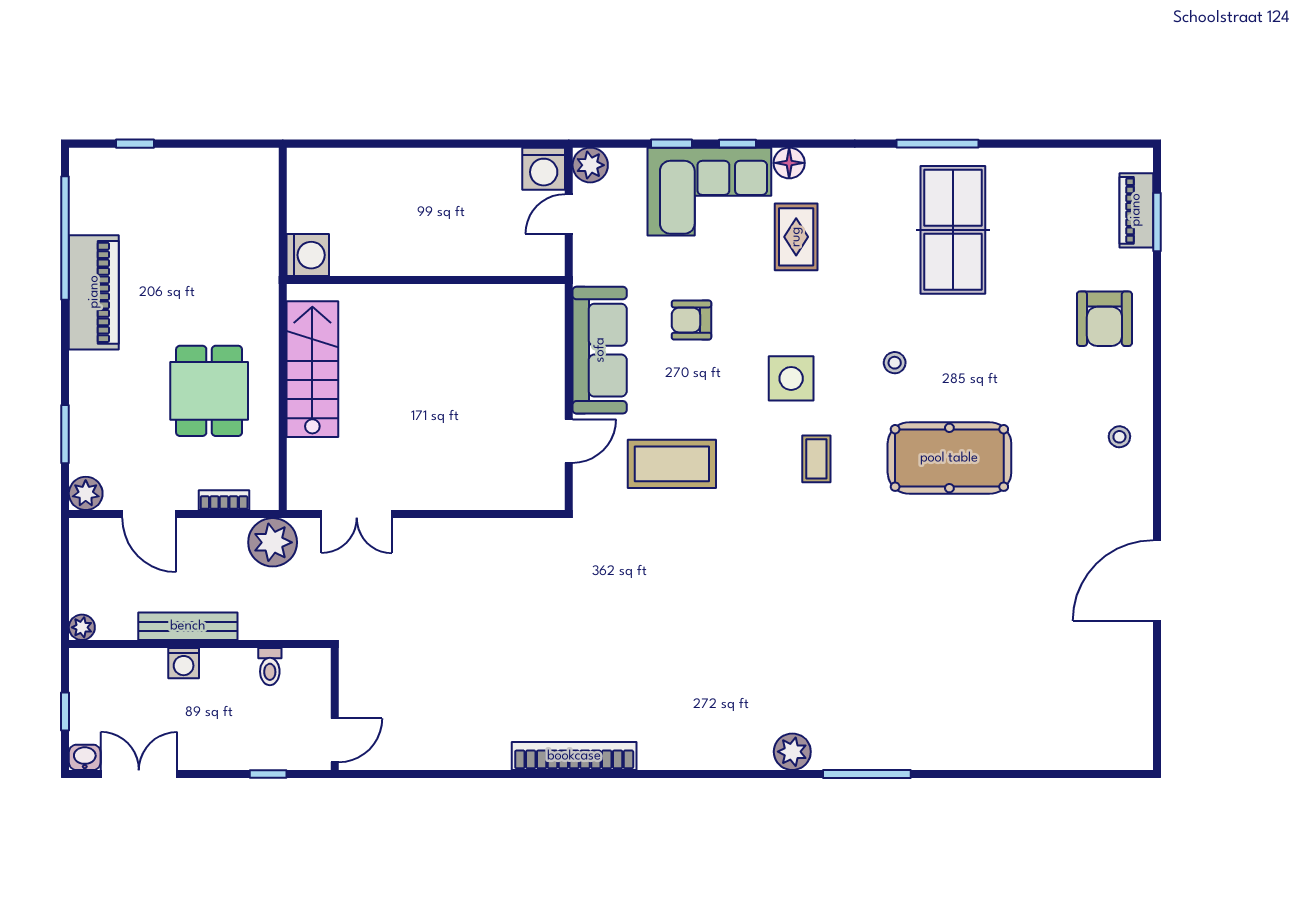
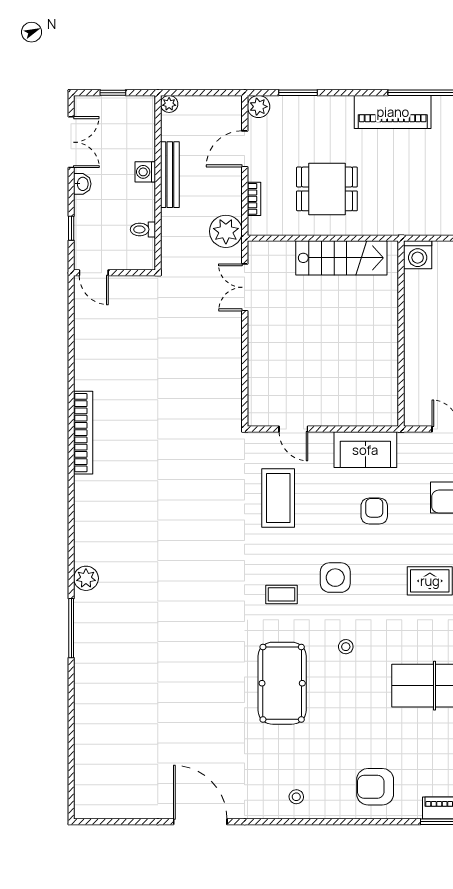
sofa: (600, 350) -> (365, 450), width x0.73
washbasin: (85, 757) -> (82, 184), moved

